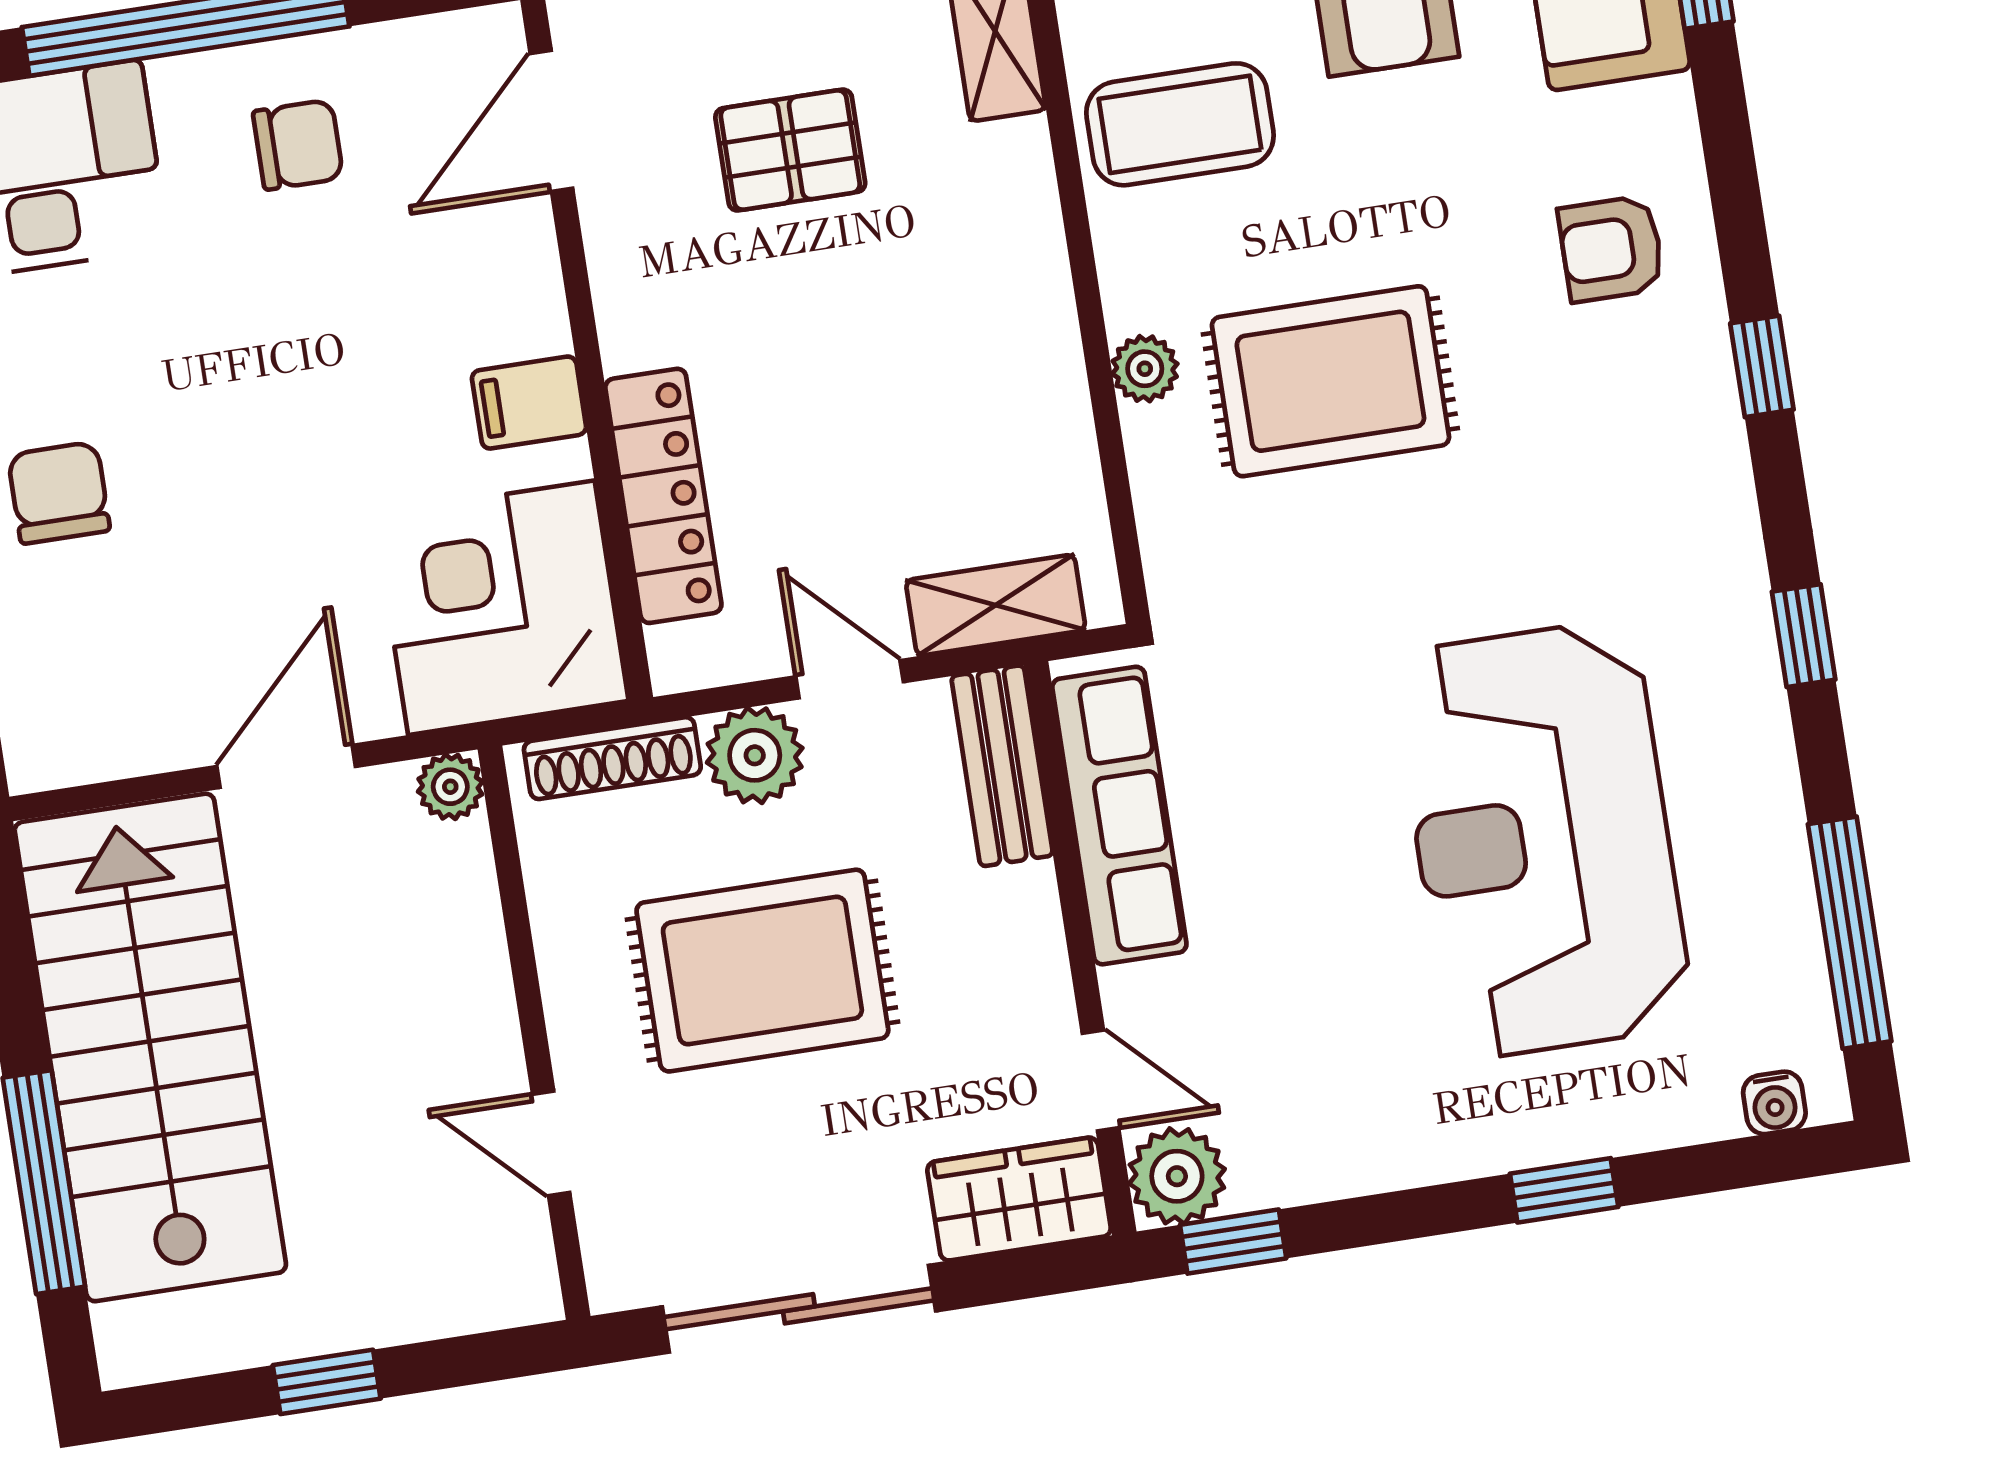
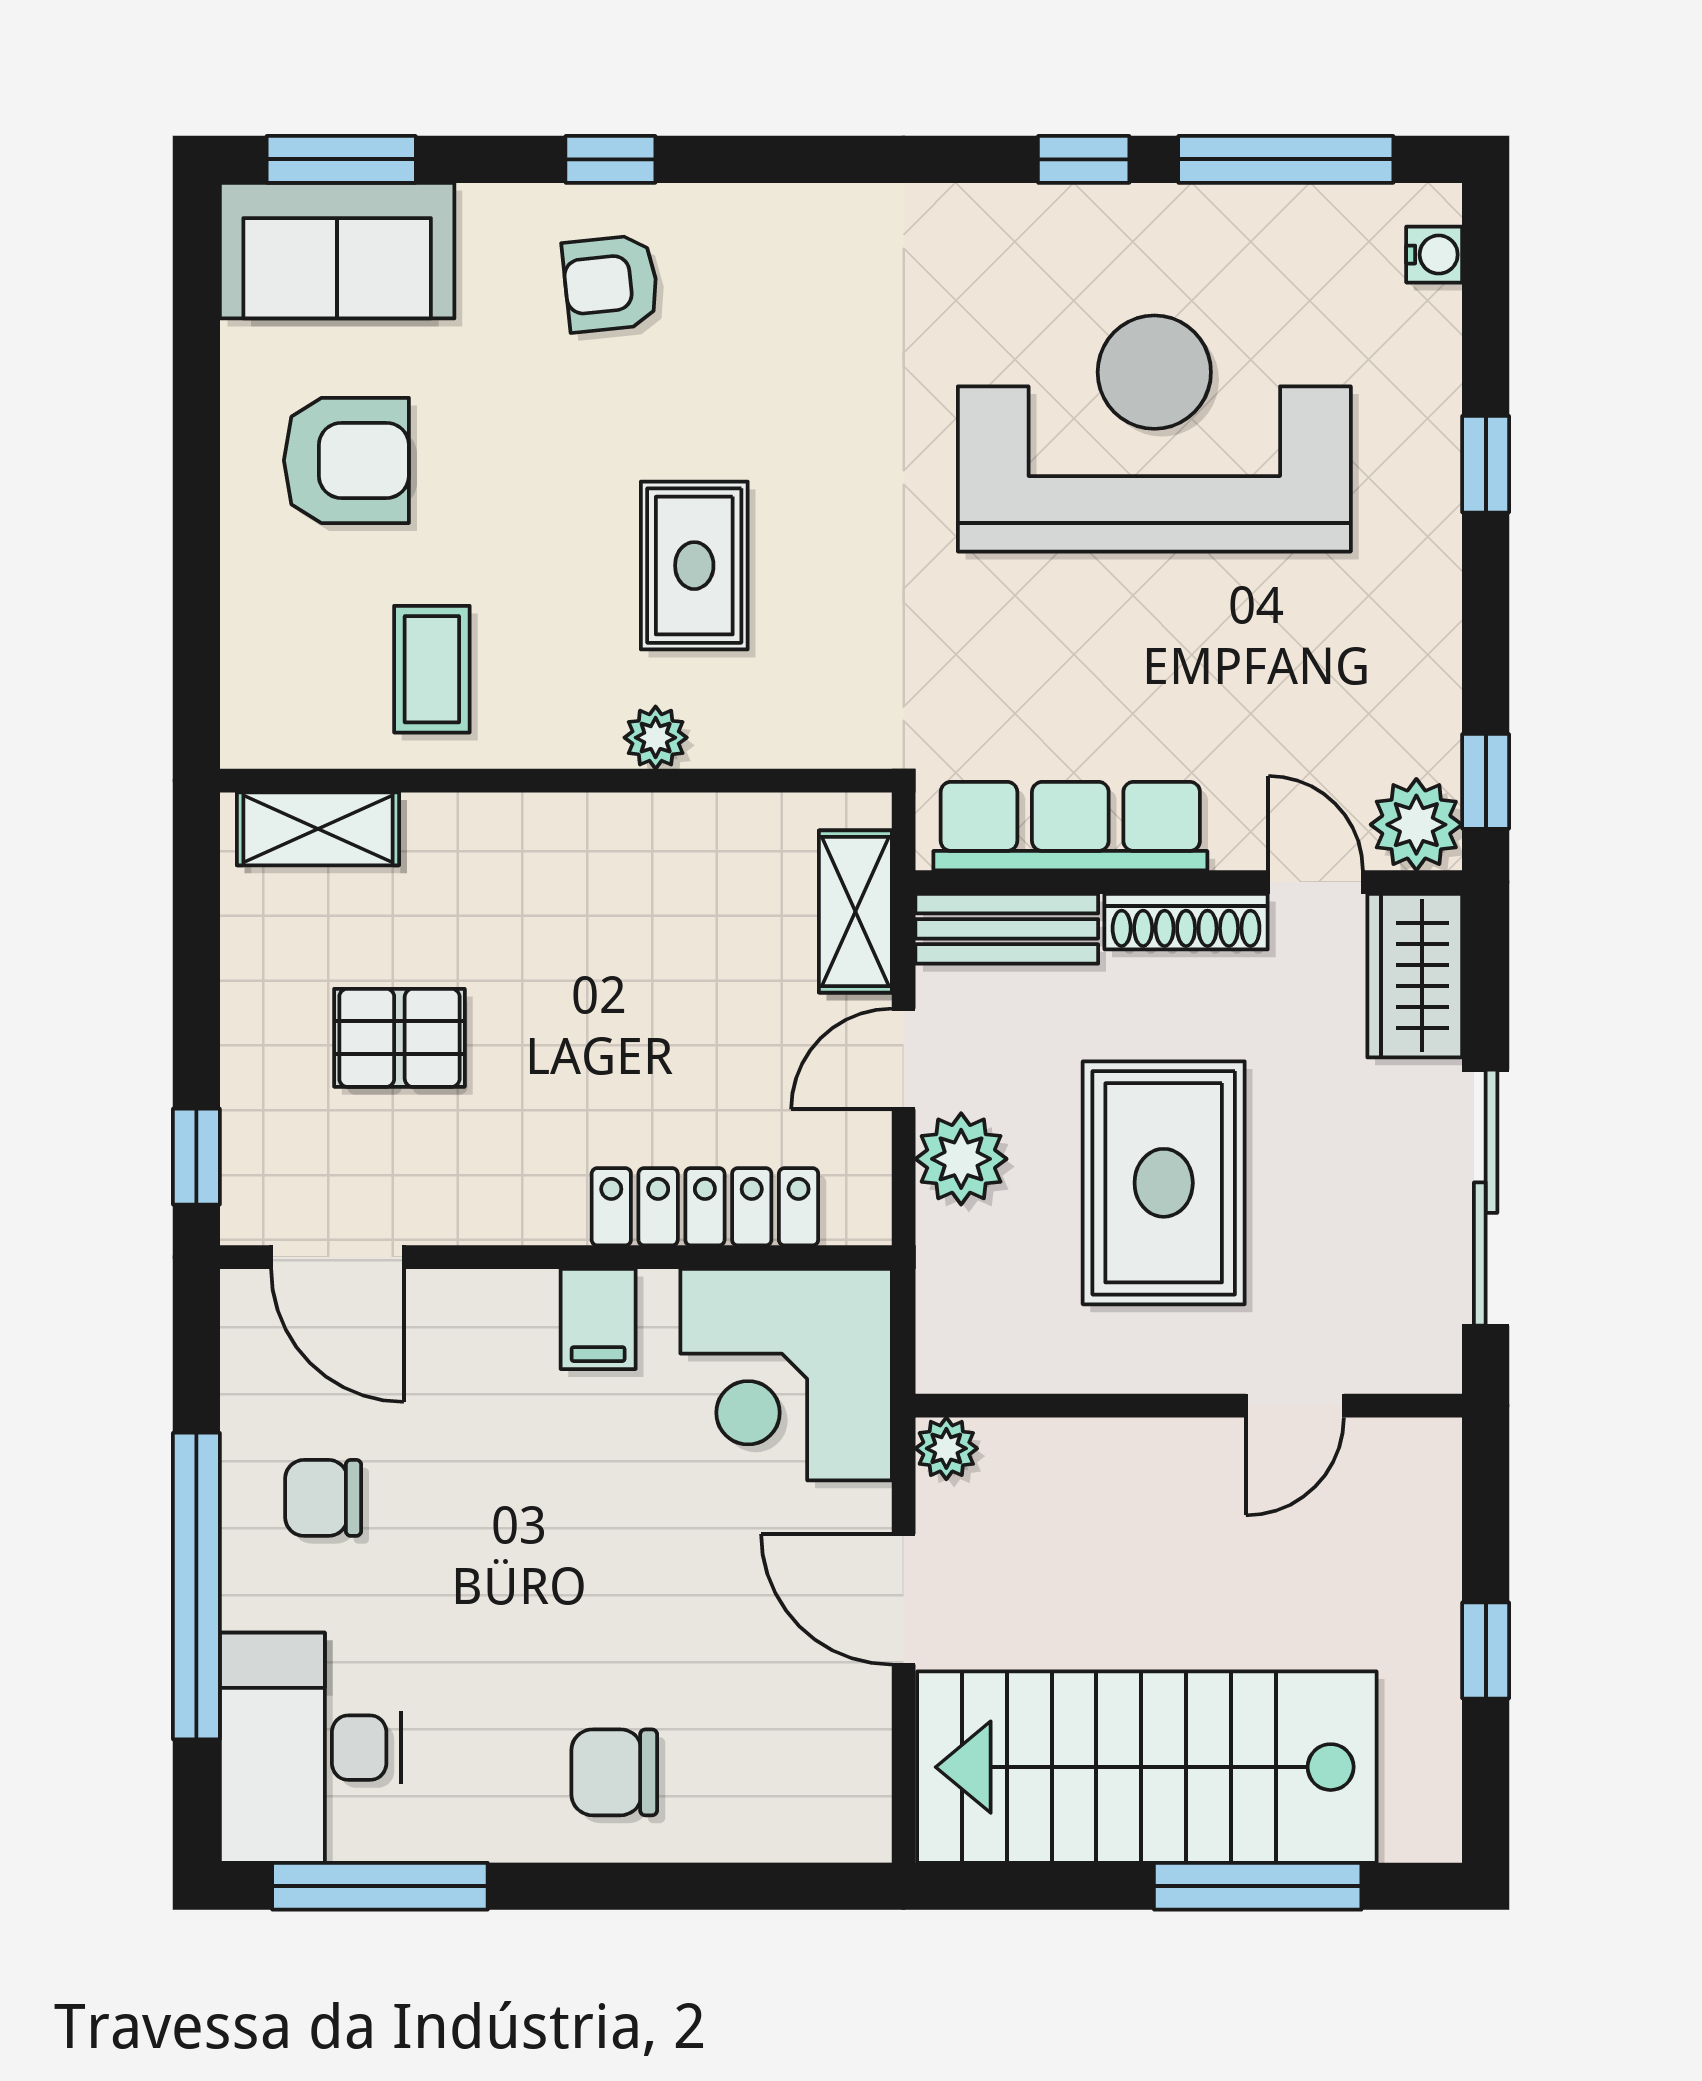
coffee table: (1180, 124) -> (432, 669), width x0.73, depth x0.77
chair: (298, 145) -> (323, 1498), turned -90
pallet: (790, 150) -> (399, 1038), turned 90
armchair: (1611, 249) -> (611, 283), turned 84
window: (1762, 366) -> (610, 159), moved
rug: (1330, 381) -> (694, 566), width x0.73, depth x0.70
window: (1804, 636) -> (1084, 159), moved
shoe rack: (612, 758) -> (1186, 922), moved, turned 90
reception desk: (1542, 840) -> (1154, 434), turned 180
door: (1101, 1081) -> (1316, 882), hinge flipped

